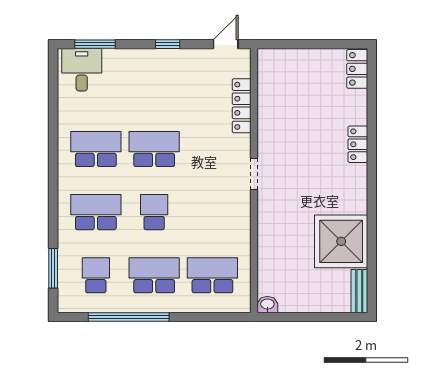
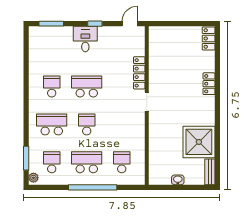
desk: (82, 70) -> (85, 39), moved
locker: (242, 106) -> (139, 73), moved
school desk: (96, 149) -> (52, 87), width x0.54
school desk: (212, 275) -> (122, 162), width x0.54
plant: (65, 301) -> (33, 178), added
washbasin: (267, 304) -> (178, 180), moved
window: (129, 317) -> (93, 187), moved

